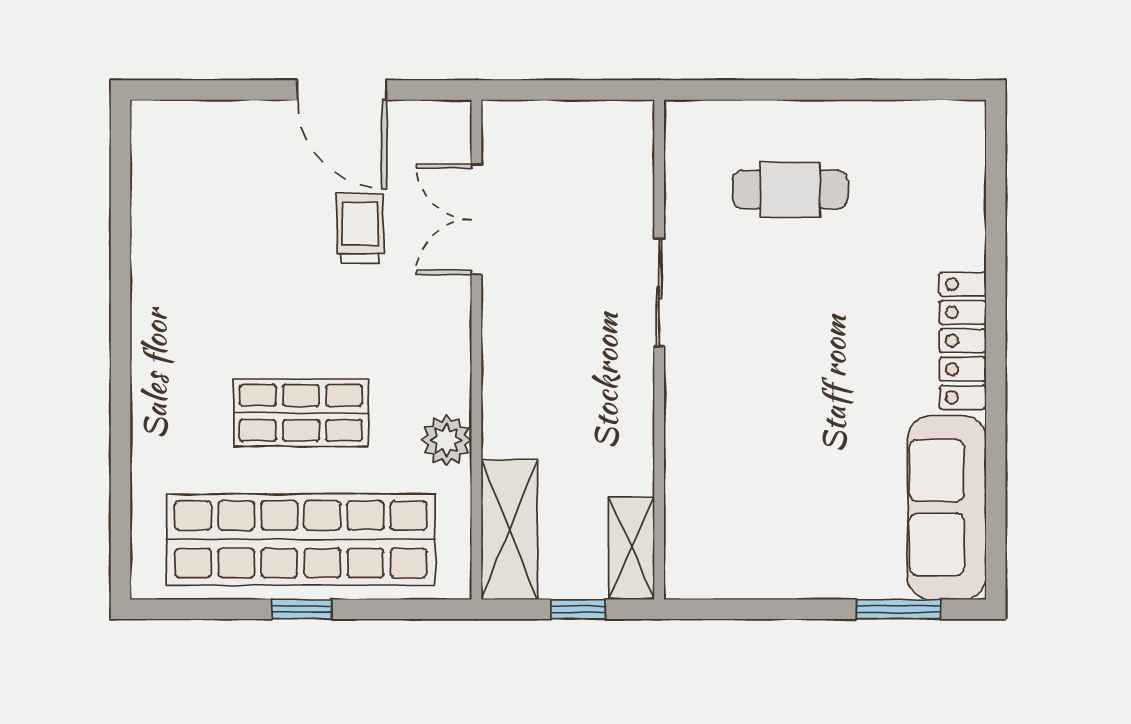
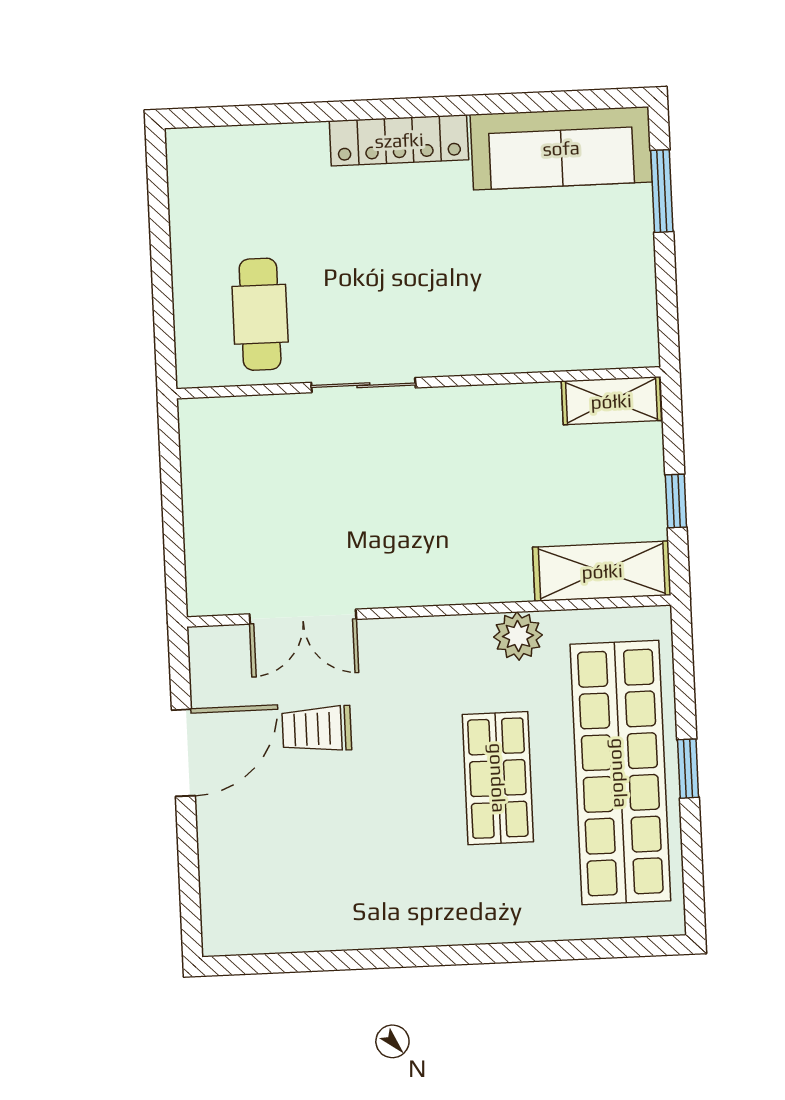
sliding door: (659, 293) -> (363, 385), moved
wall: (659, 350) -> (419, 383), moved
shelving: (632, 548) -> (611, 401), moved

